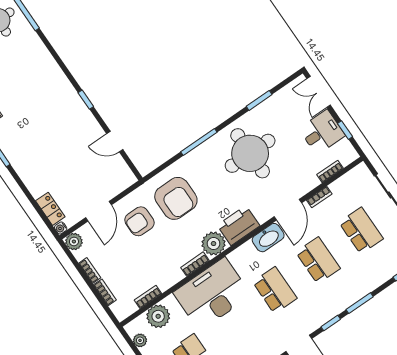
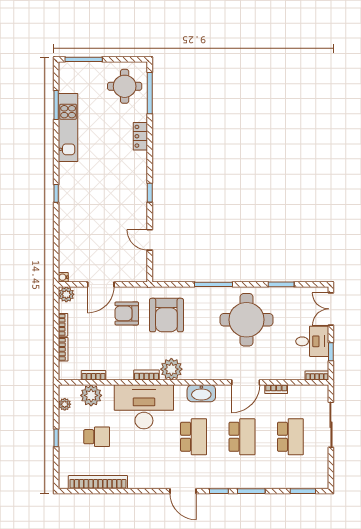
bookcase: (330, 171) -> (317, 375), moved
locker: (50, 209) -> (140, 136), moved, turned 180
printer: (238, 225) -> (200, 368), removed
washbasin: (268, 238) -> (201, 393), moved

